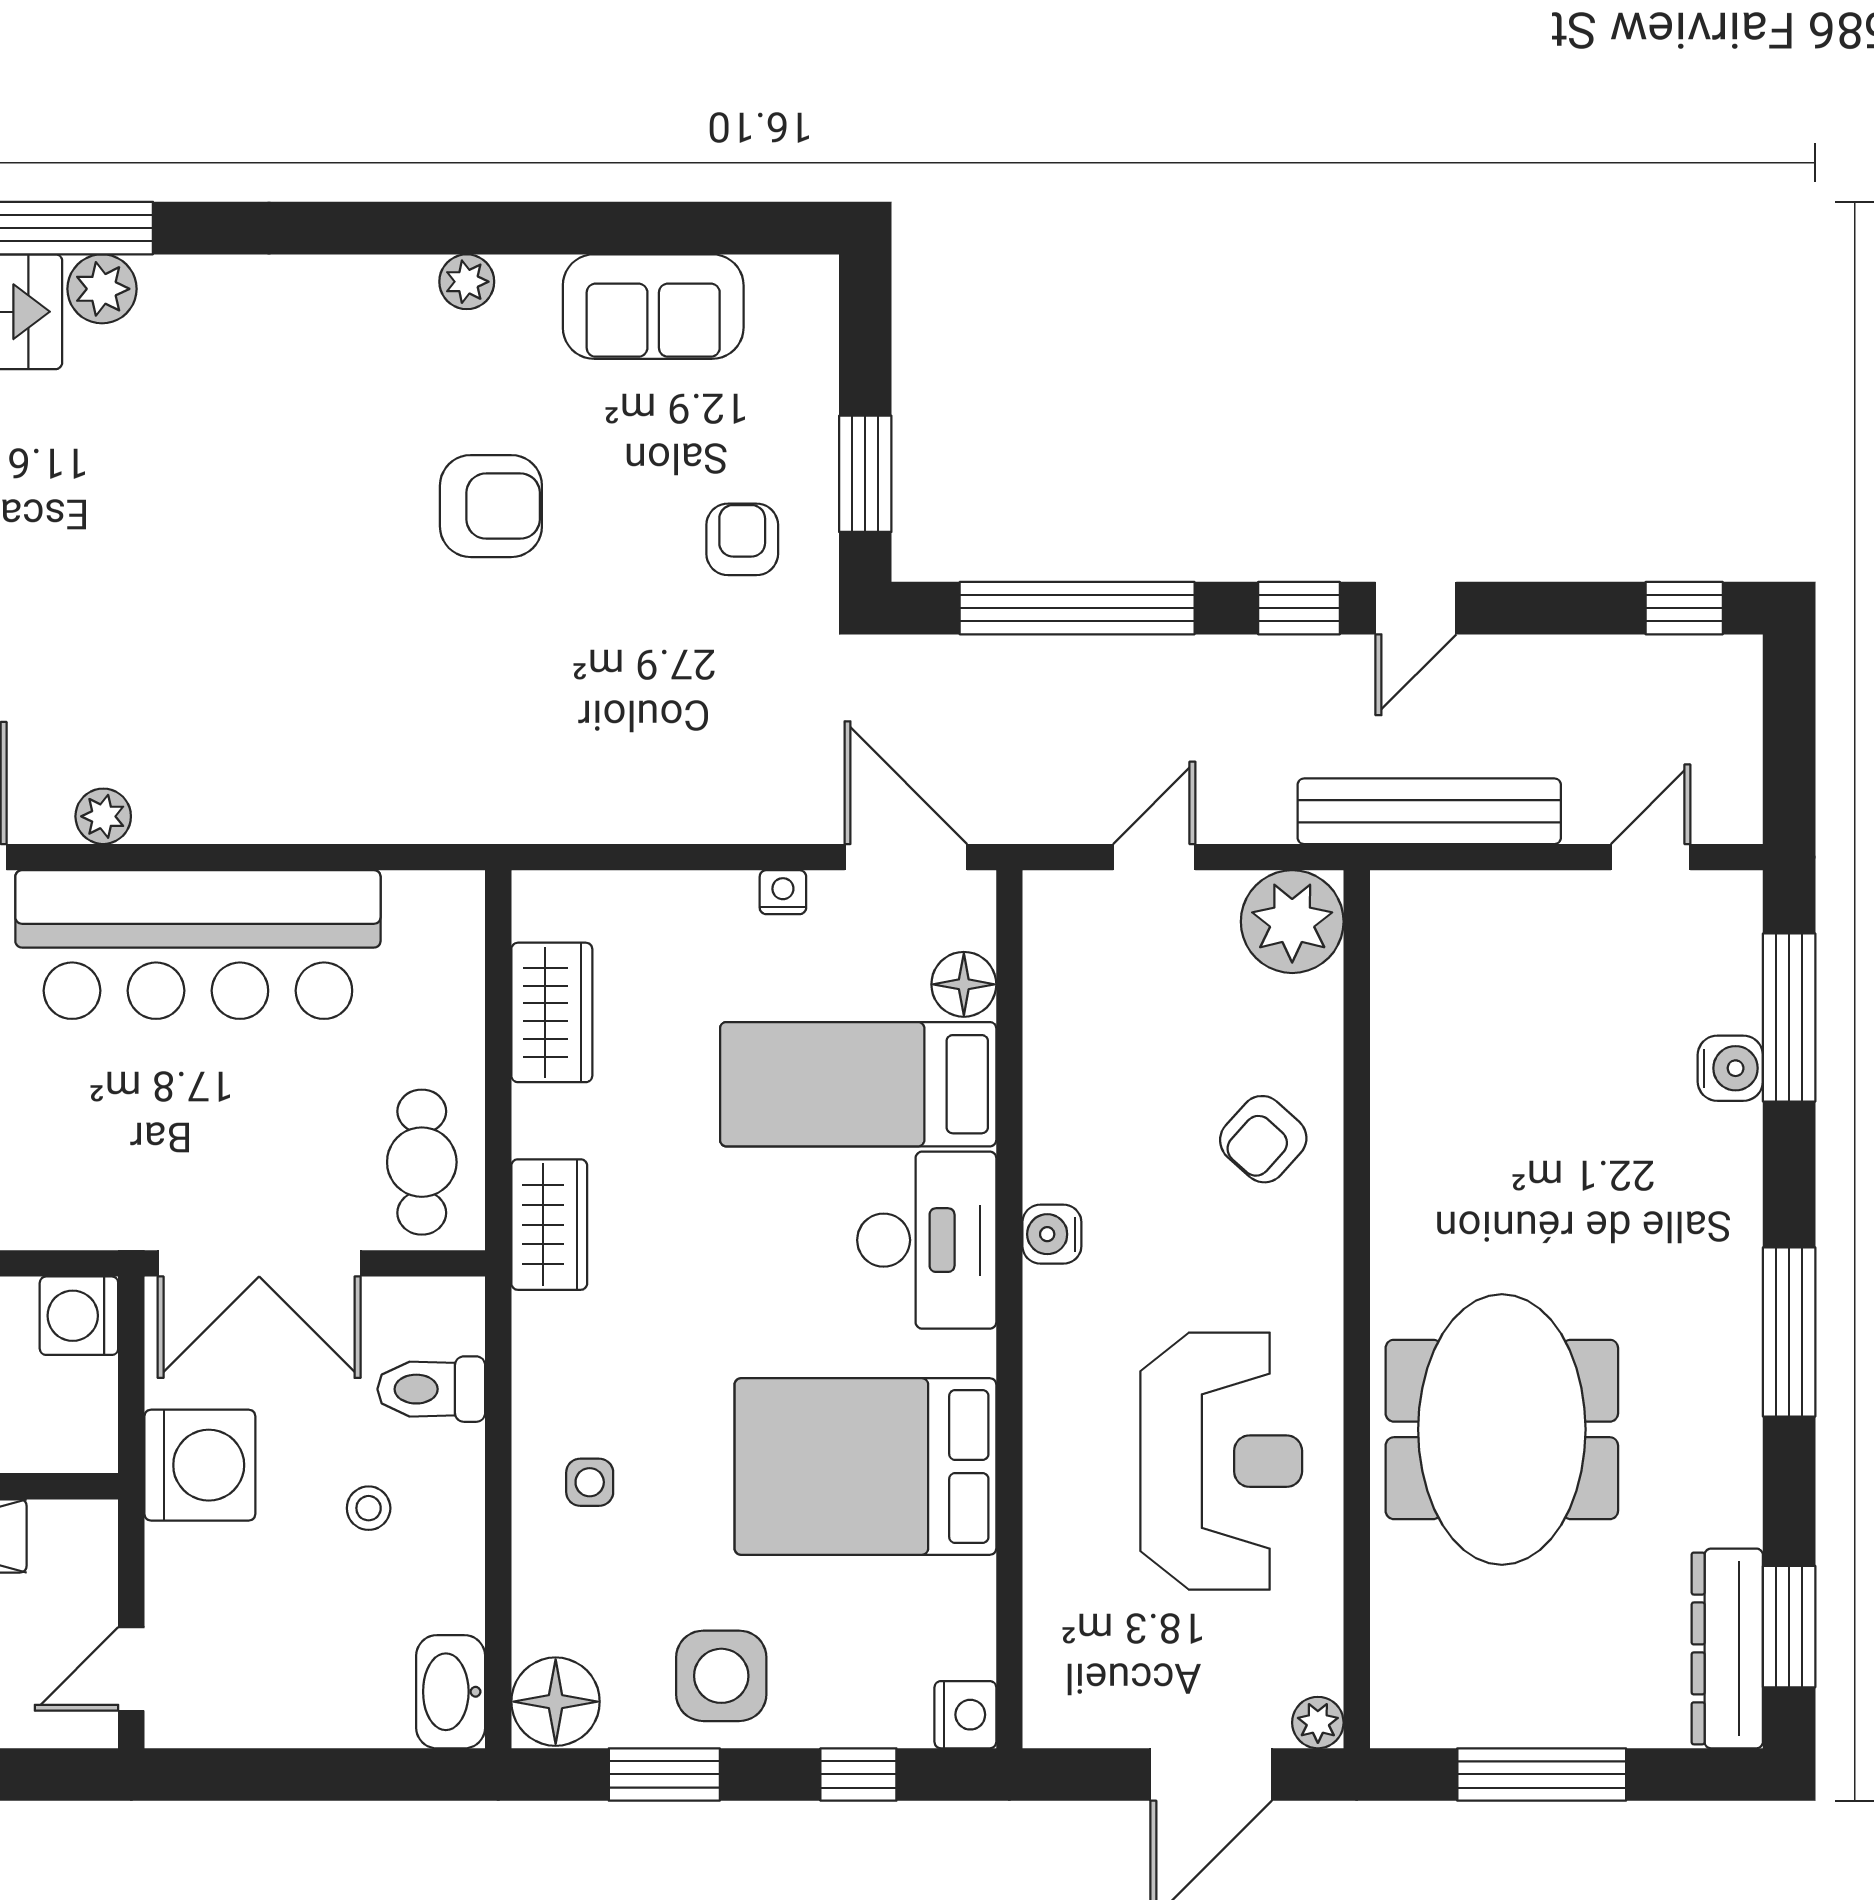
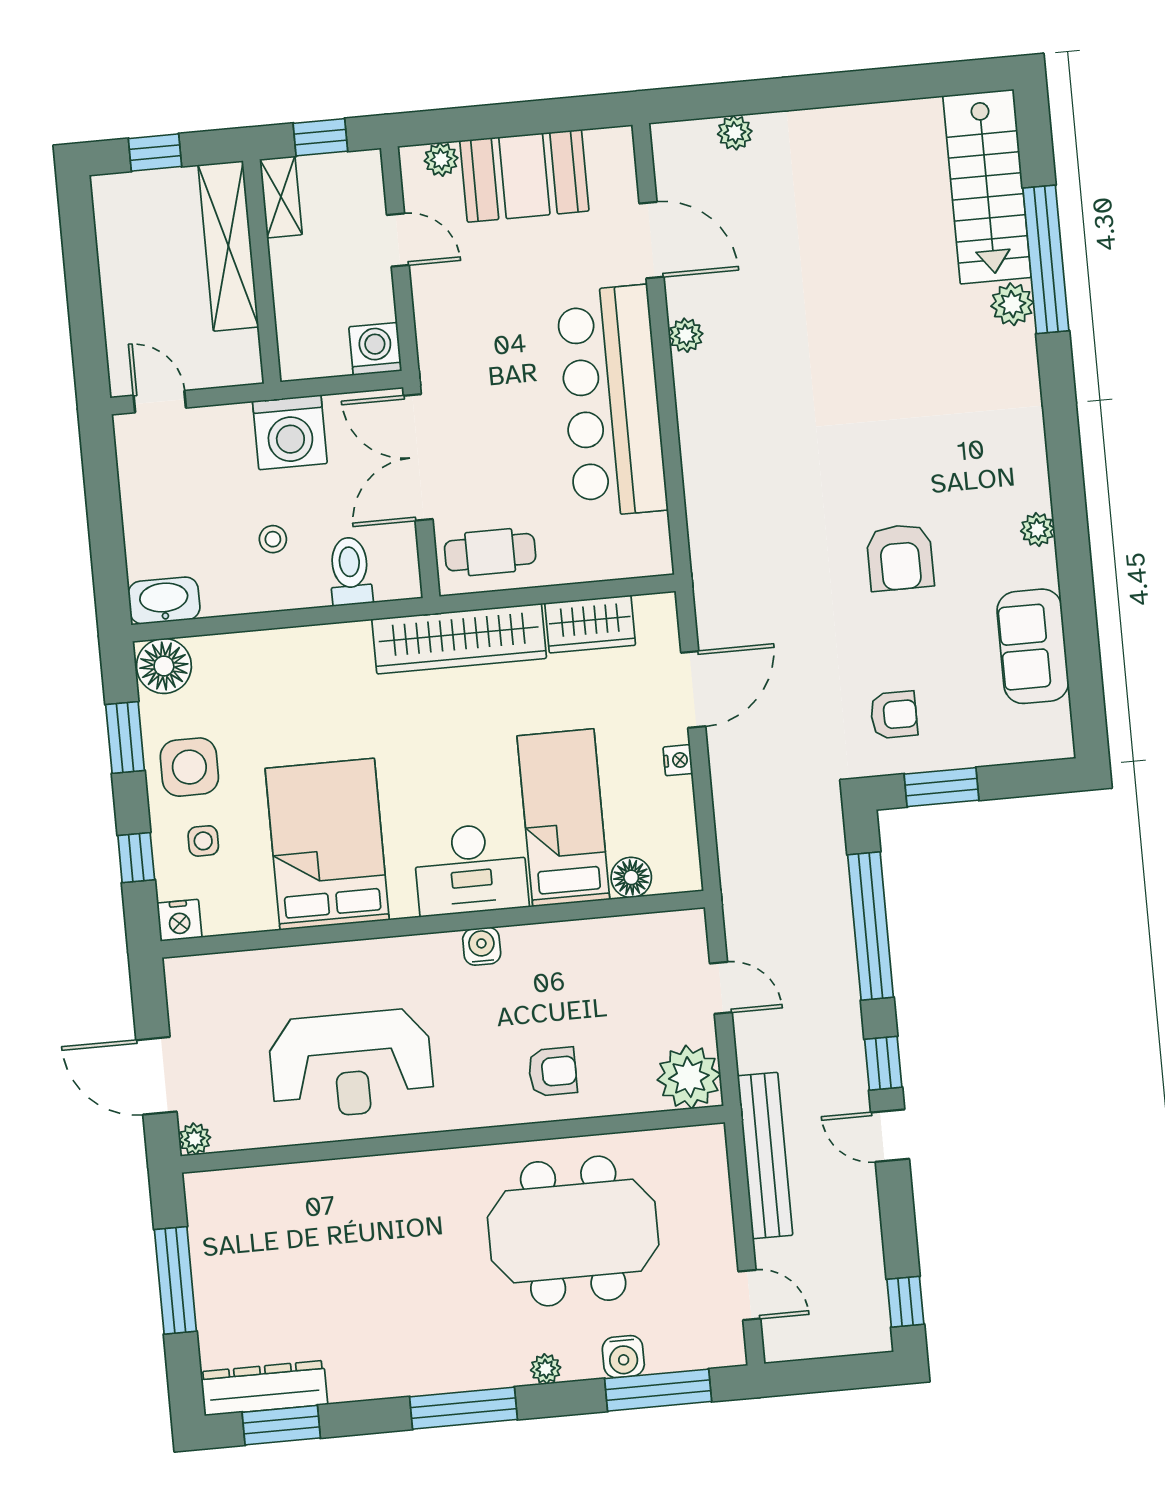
door: (906, 857) -> (693, 689), moved
armchair: (1263, 1139) -> (553, 1072), turned 138
plant: (1738, 1194) -> (546, 1369), added
wardrobe: (549, 1225) -> (459, 639), width x2.10, depth x1.17
meeting table: (1502, 1429) -> (573, 1231), moved
side table: (590, 1482) -> (203, 841), moved

